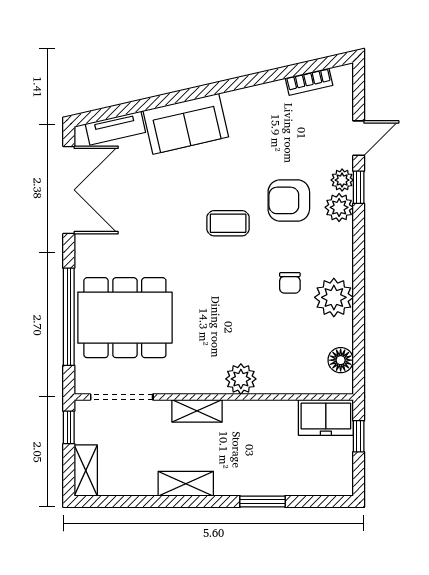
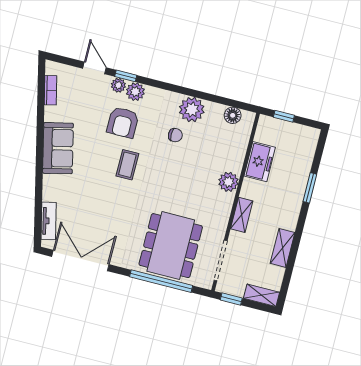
sofa: (186, 124) -> (58, 148), moved
freezer: (326, 417) -> (260, 162), moved
shelving: (186, 484) -> (283, 248), moved

